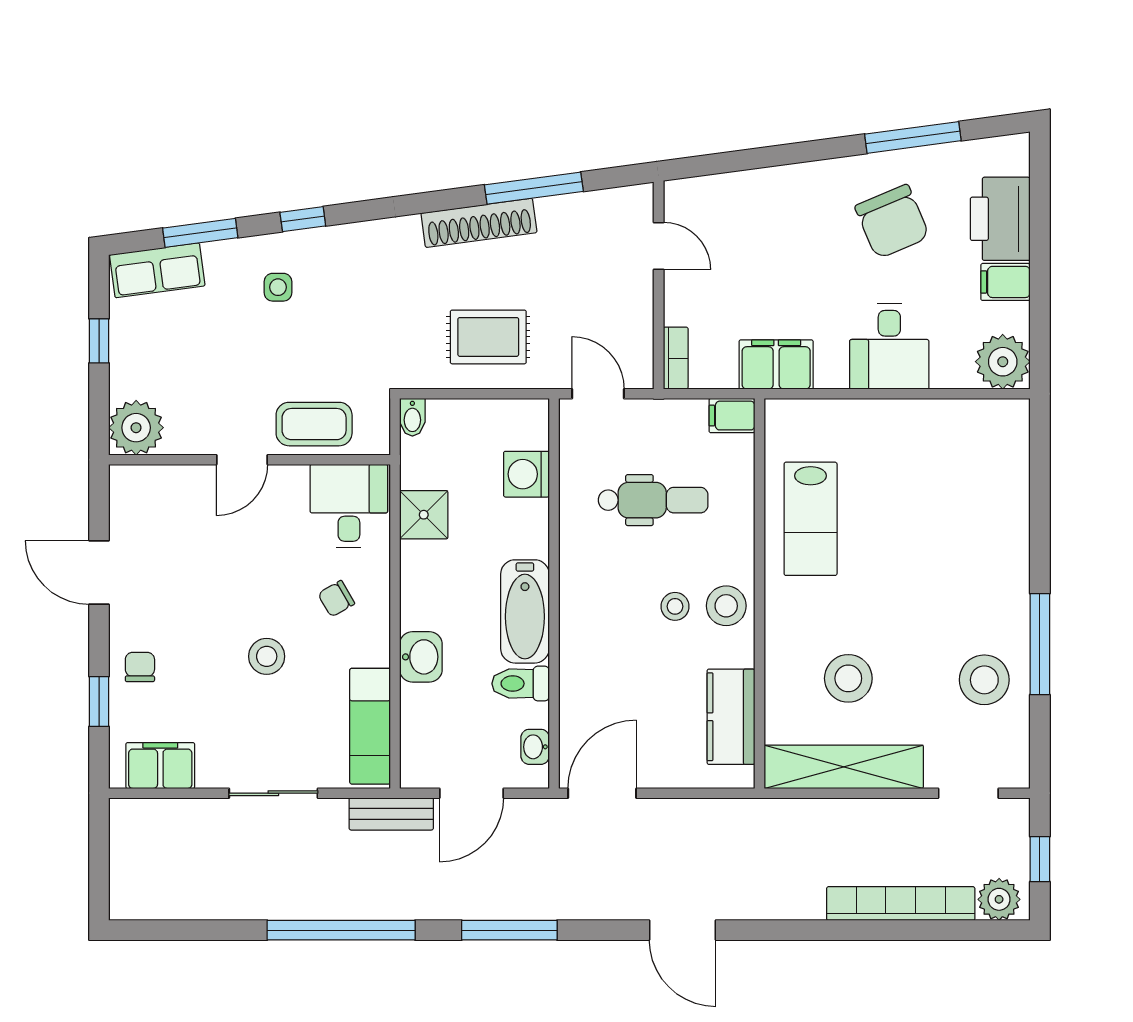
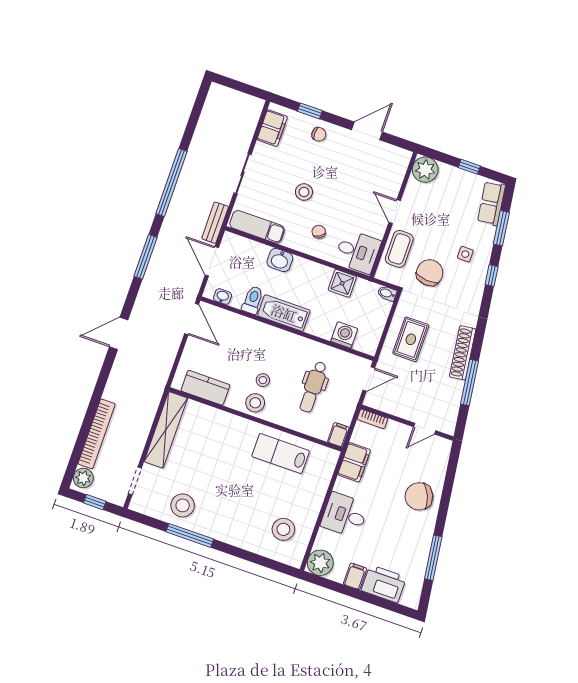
chair: (892, 222) -> (419, 496), moved
chair: (341, 346) -> (430, 273), added
stool: (848, 678) -> (283, 529), moved

